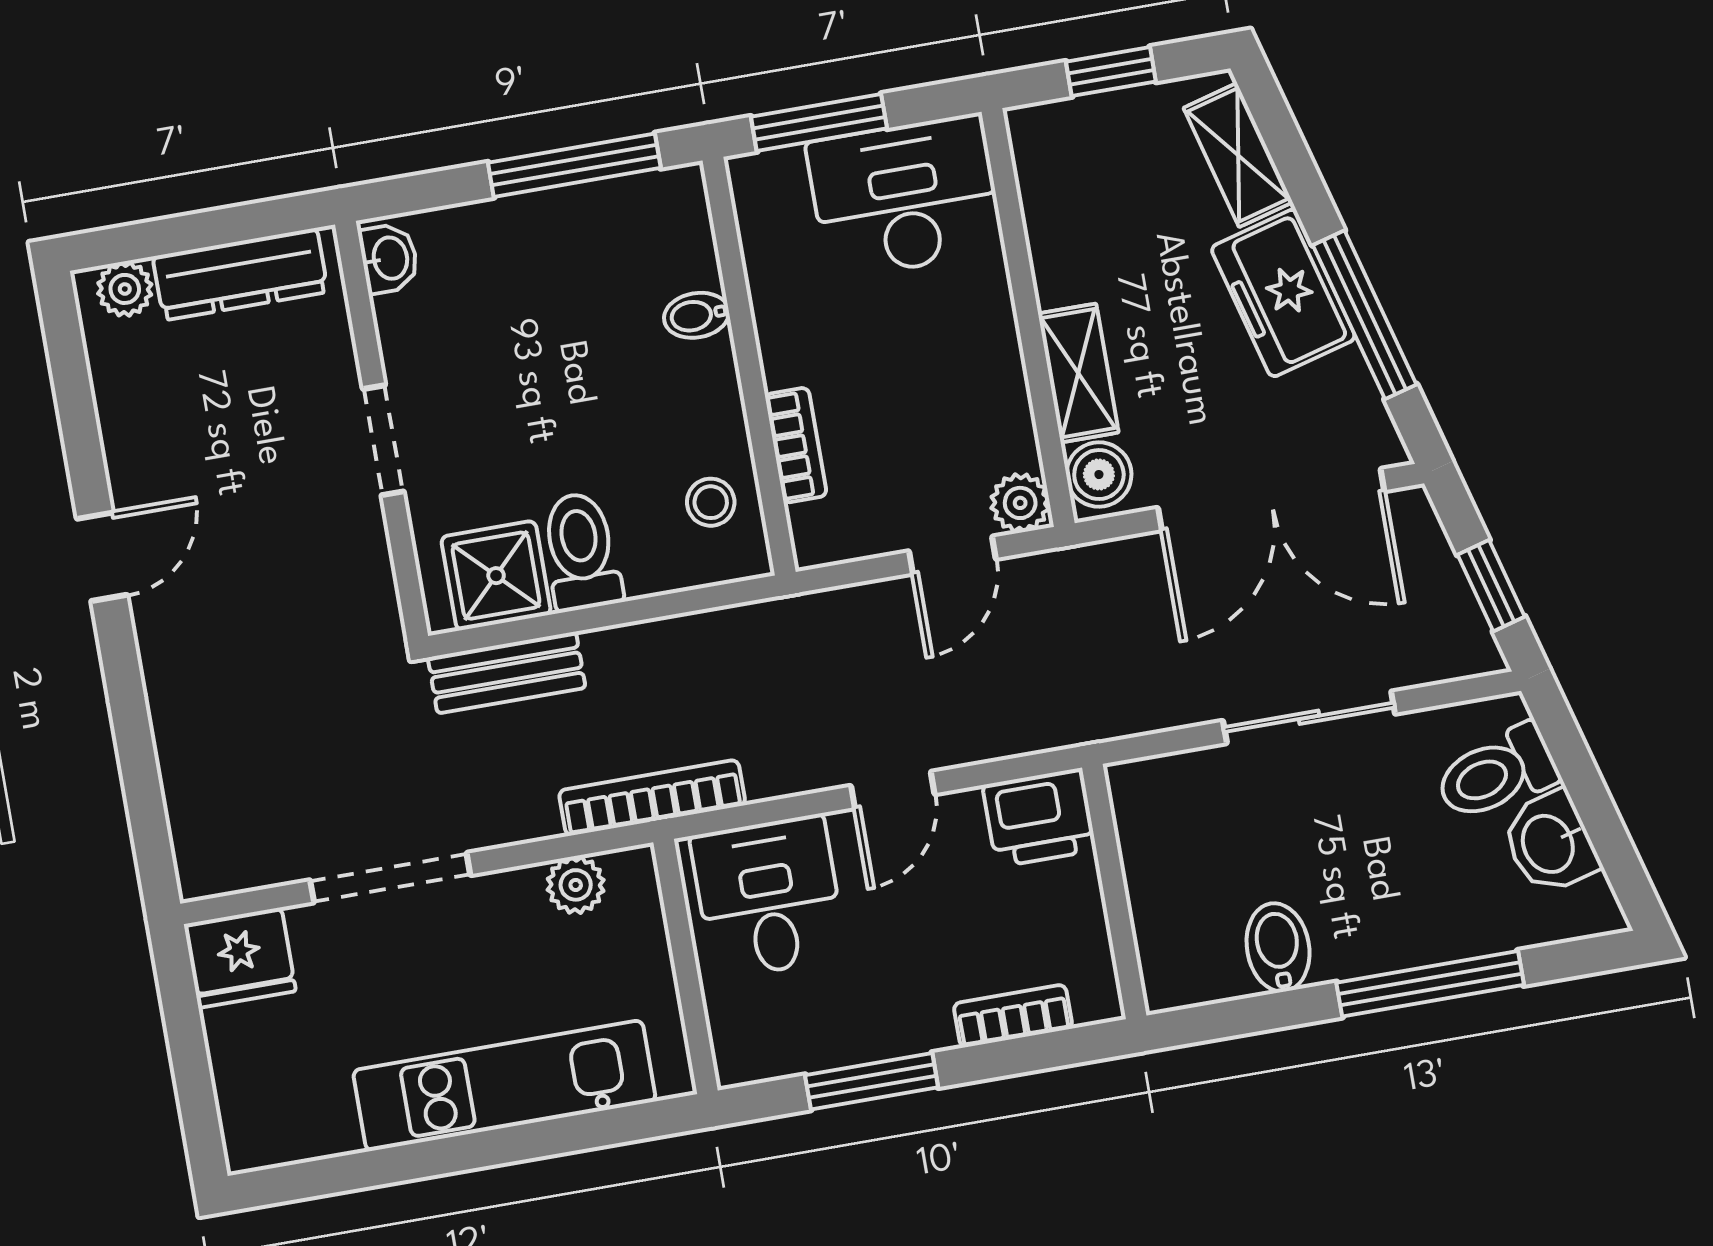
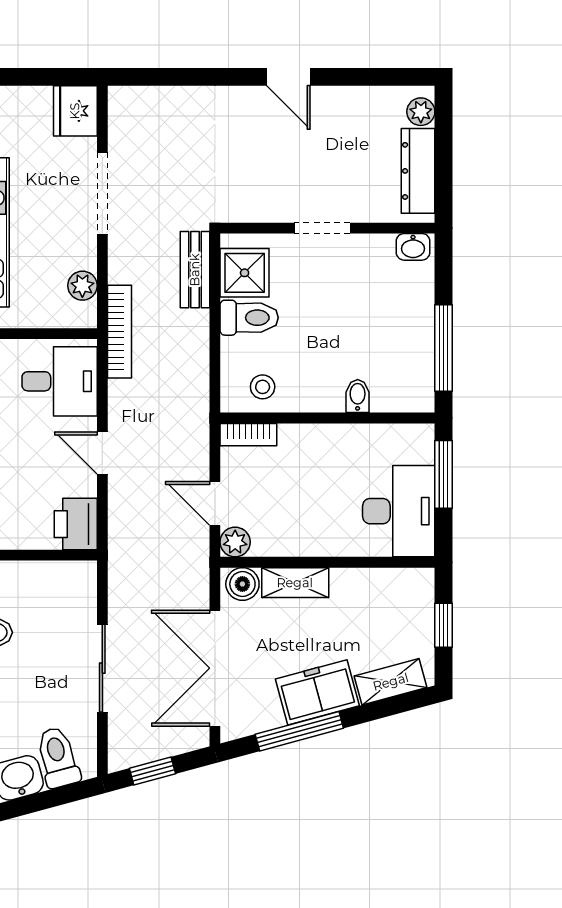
bookcase: (796, 445) -> (248, 435), moved

